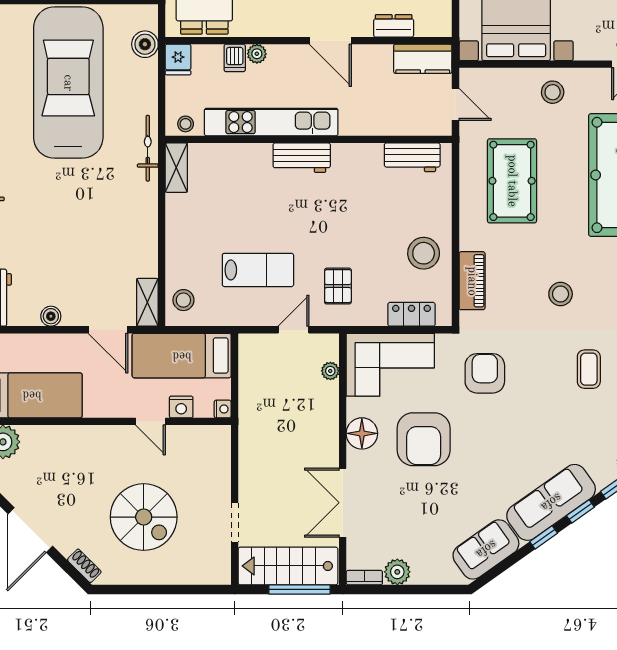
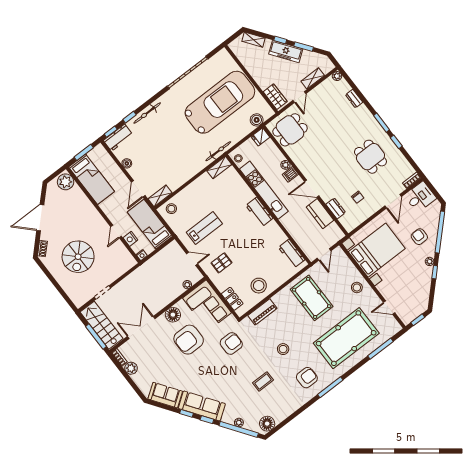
door: (330, 41) -> (312, 189), hinge flipped
dishwasher: (235, 58) -> (290, 174), moved
kitchen counter: (423, 59) -> (320, 214), moved
pool table: (512, 181) -> (312, 298), turned 90
lab bench: (258, 270) -> (204, 228), turned -90

